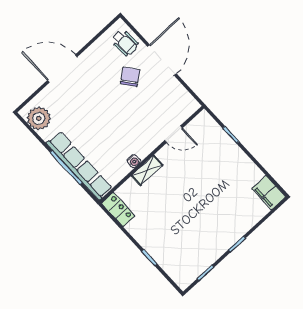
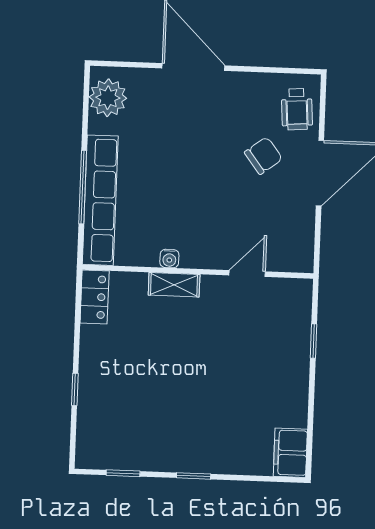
door: (174, 134) -> (247, 273), swing flipped

